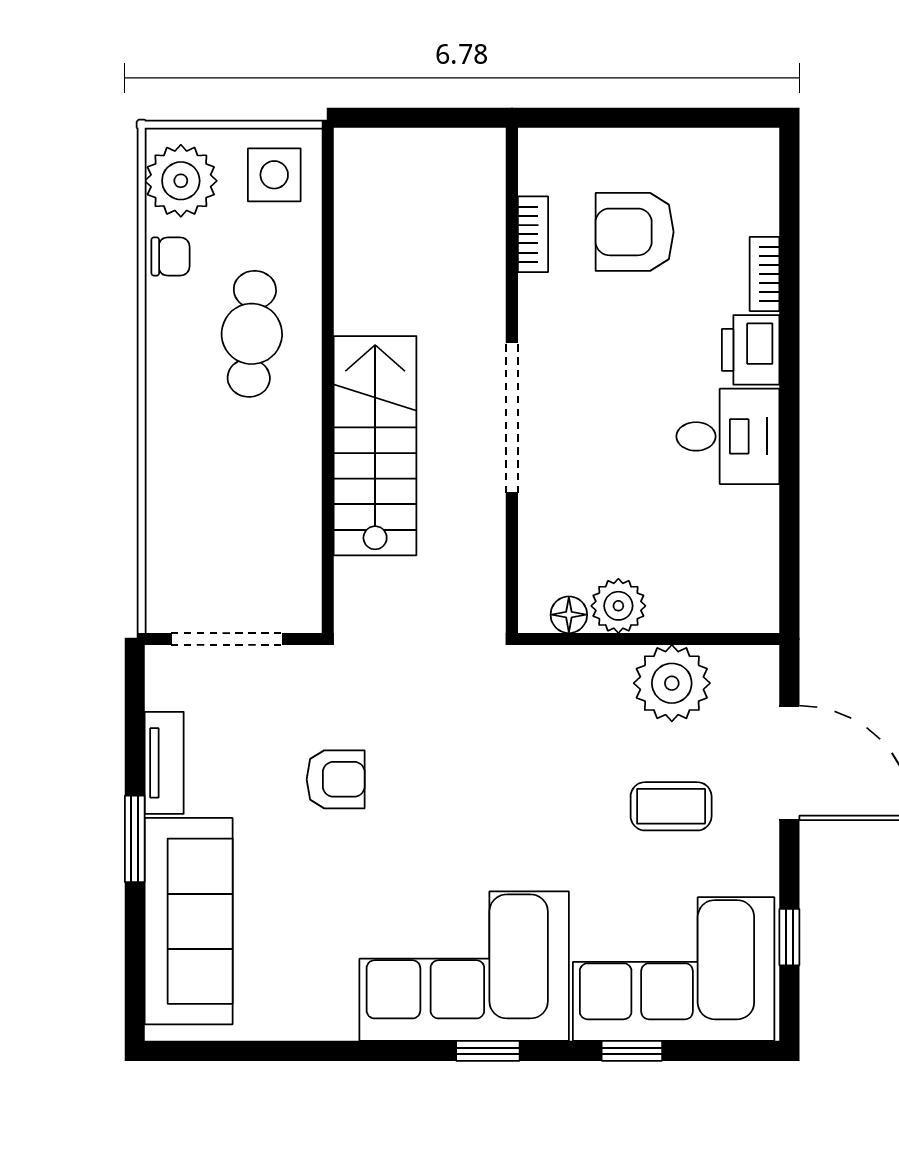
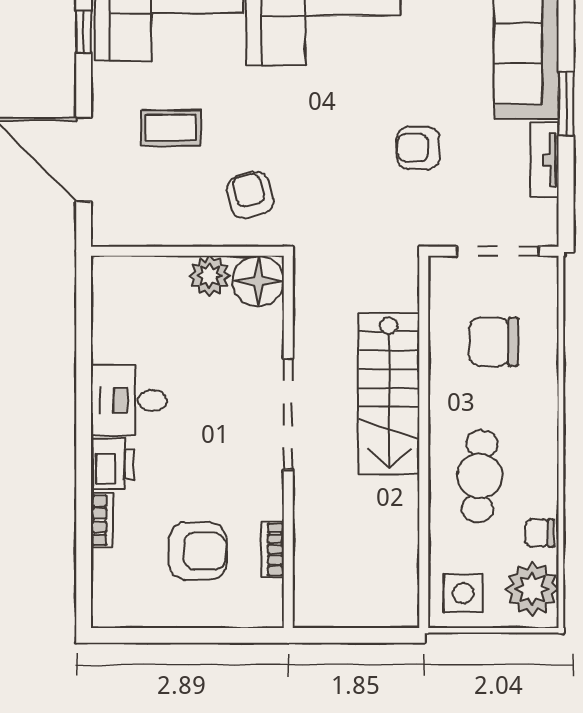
chair: (233, 516) -> (494, 342), added
floor lamp: (569, 615) -> (258, 281), width x1.89, depth x1.89
plant: (672, 683) -> (170, 219), removed
armchair: (564, 715) -> (250, 195), added

